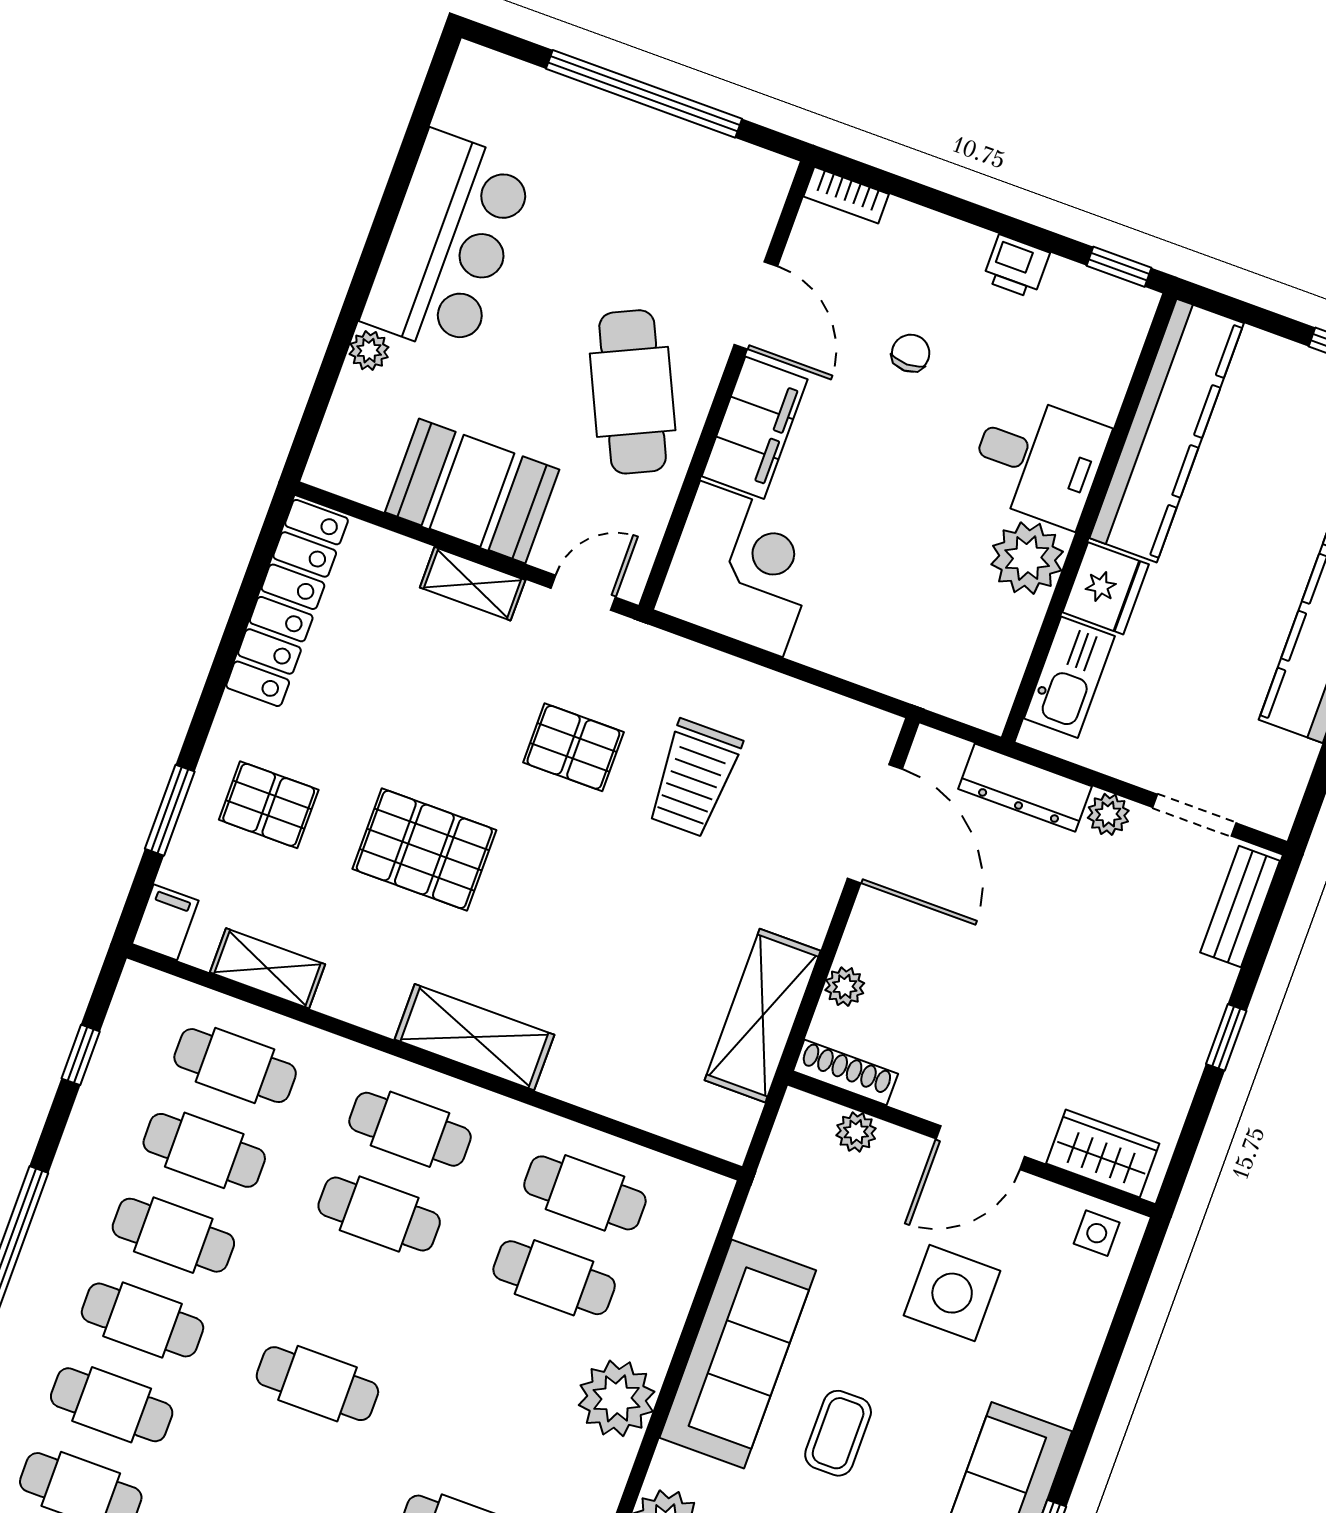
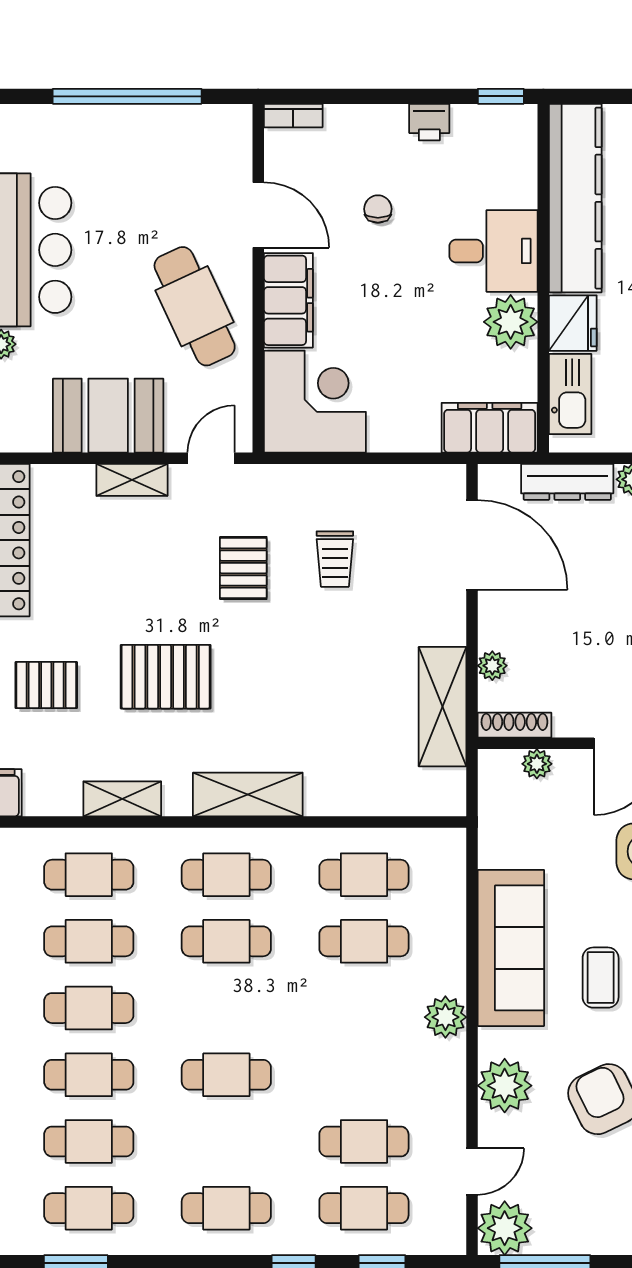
filing cabinet: (951, 683) -> (490, 428), added
pallet: (573, 747) -> (243, 568), turned 90
trolley: (694, 778) -> (335, 559), width x0.73, depth x0.72
shelving: (268, 968) -> (122, 799), moved
plant: (617, 1398) -> (445, 1017), width x0.73, depth x0.73

